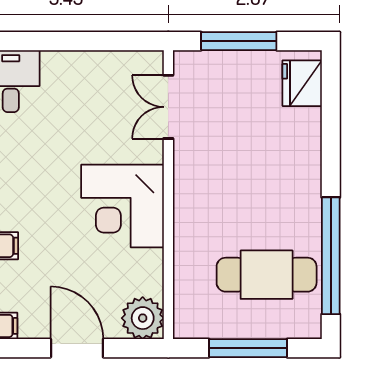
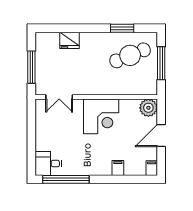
fridge: (302, 83) -> (70, 40), moved
window: (331, 256) -> (122, 28), width x0.47
cafe table: (267, 275) -> (130, 55), turned 68

